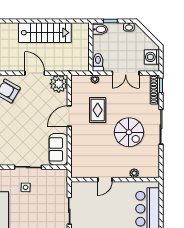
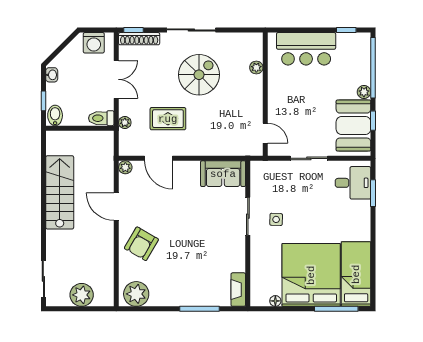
door: (35, 73) -> (116, 207), hinge flipped
plant: (59, 84) -> (125, 167), width x0.53, depth x0.53
door: (69, 116) -> (159, 158), moved
door: (105, 180) -> (265, 133), moved

